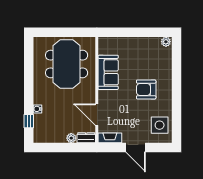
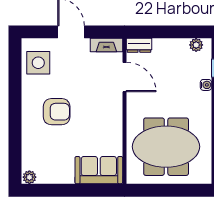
meeting table: (67, 64) -> (166, 147), turned 90
sofa: (108, 72) -> (99, 170), moved, turned 90
plant: (71, 138) -> (196, 45), moved

